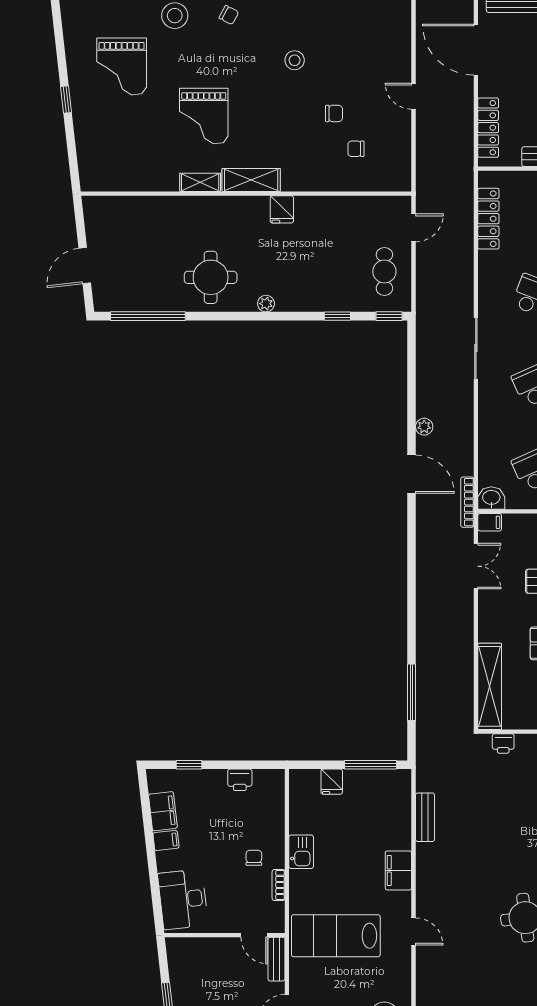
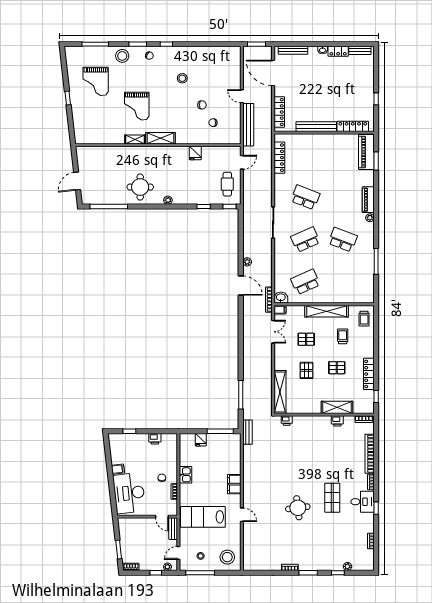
bench: (426, 153) -> (248, 125), added
fridge: (282, 209) -> (195, 153), moved
filing cabinet: (163, 811) -> (116, 454), removed
bench: (425, 817) -> (248, 432), moved
desk: (183, 899) -> (129, 493), width x1.36, depth x1.30

